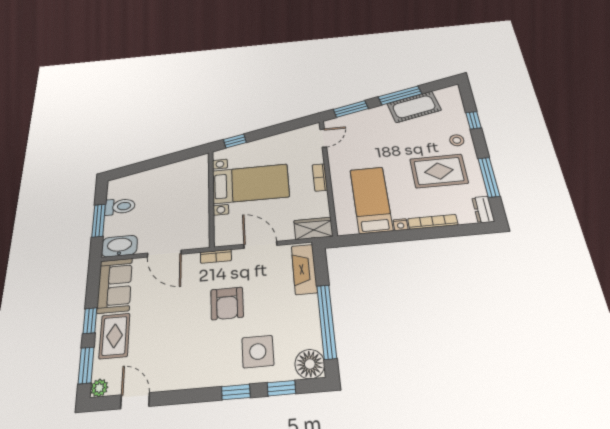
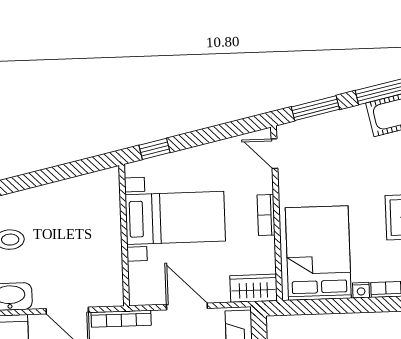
door: (323, 138) -> (274, 154), swing flipped
bed: (371, 200) -> (318, 253), width x1.50
bookcase: (216, 256) -> (121, 319), width x1.56

